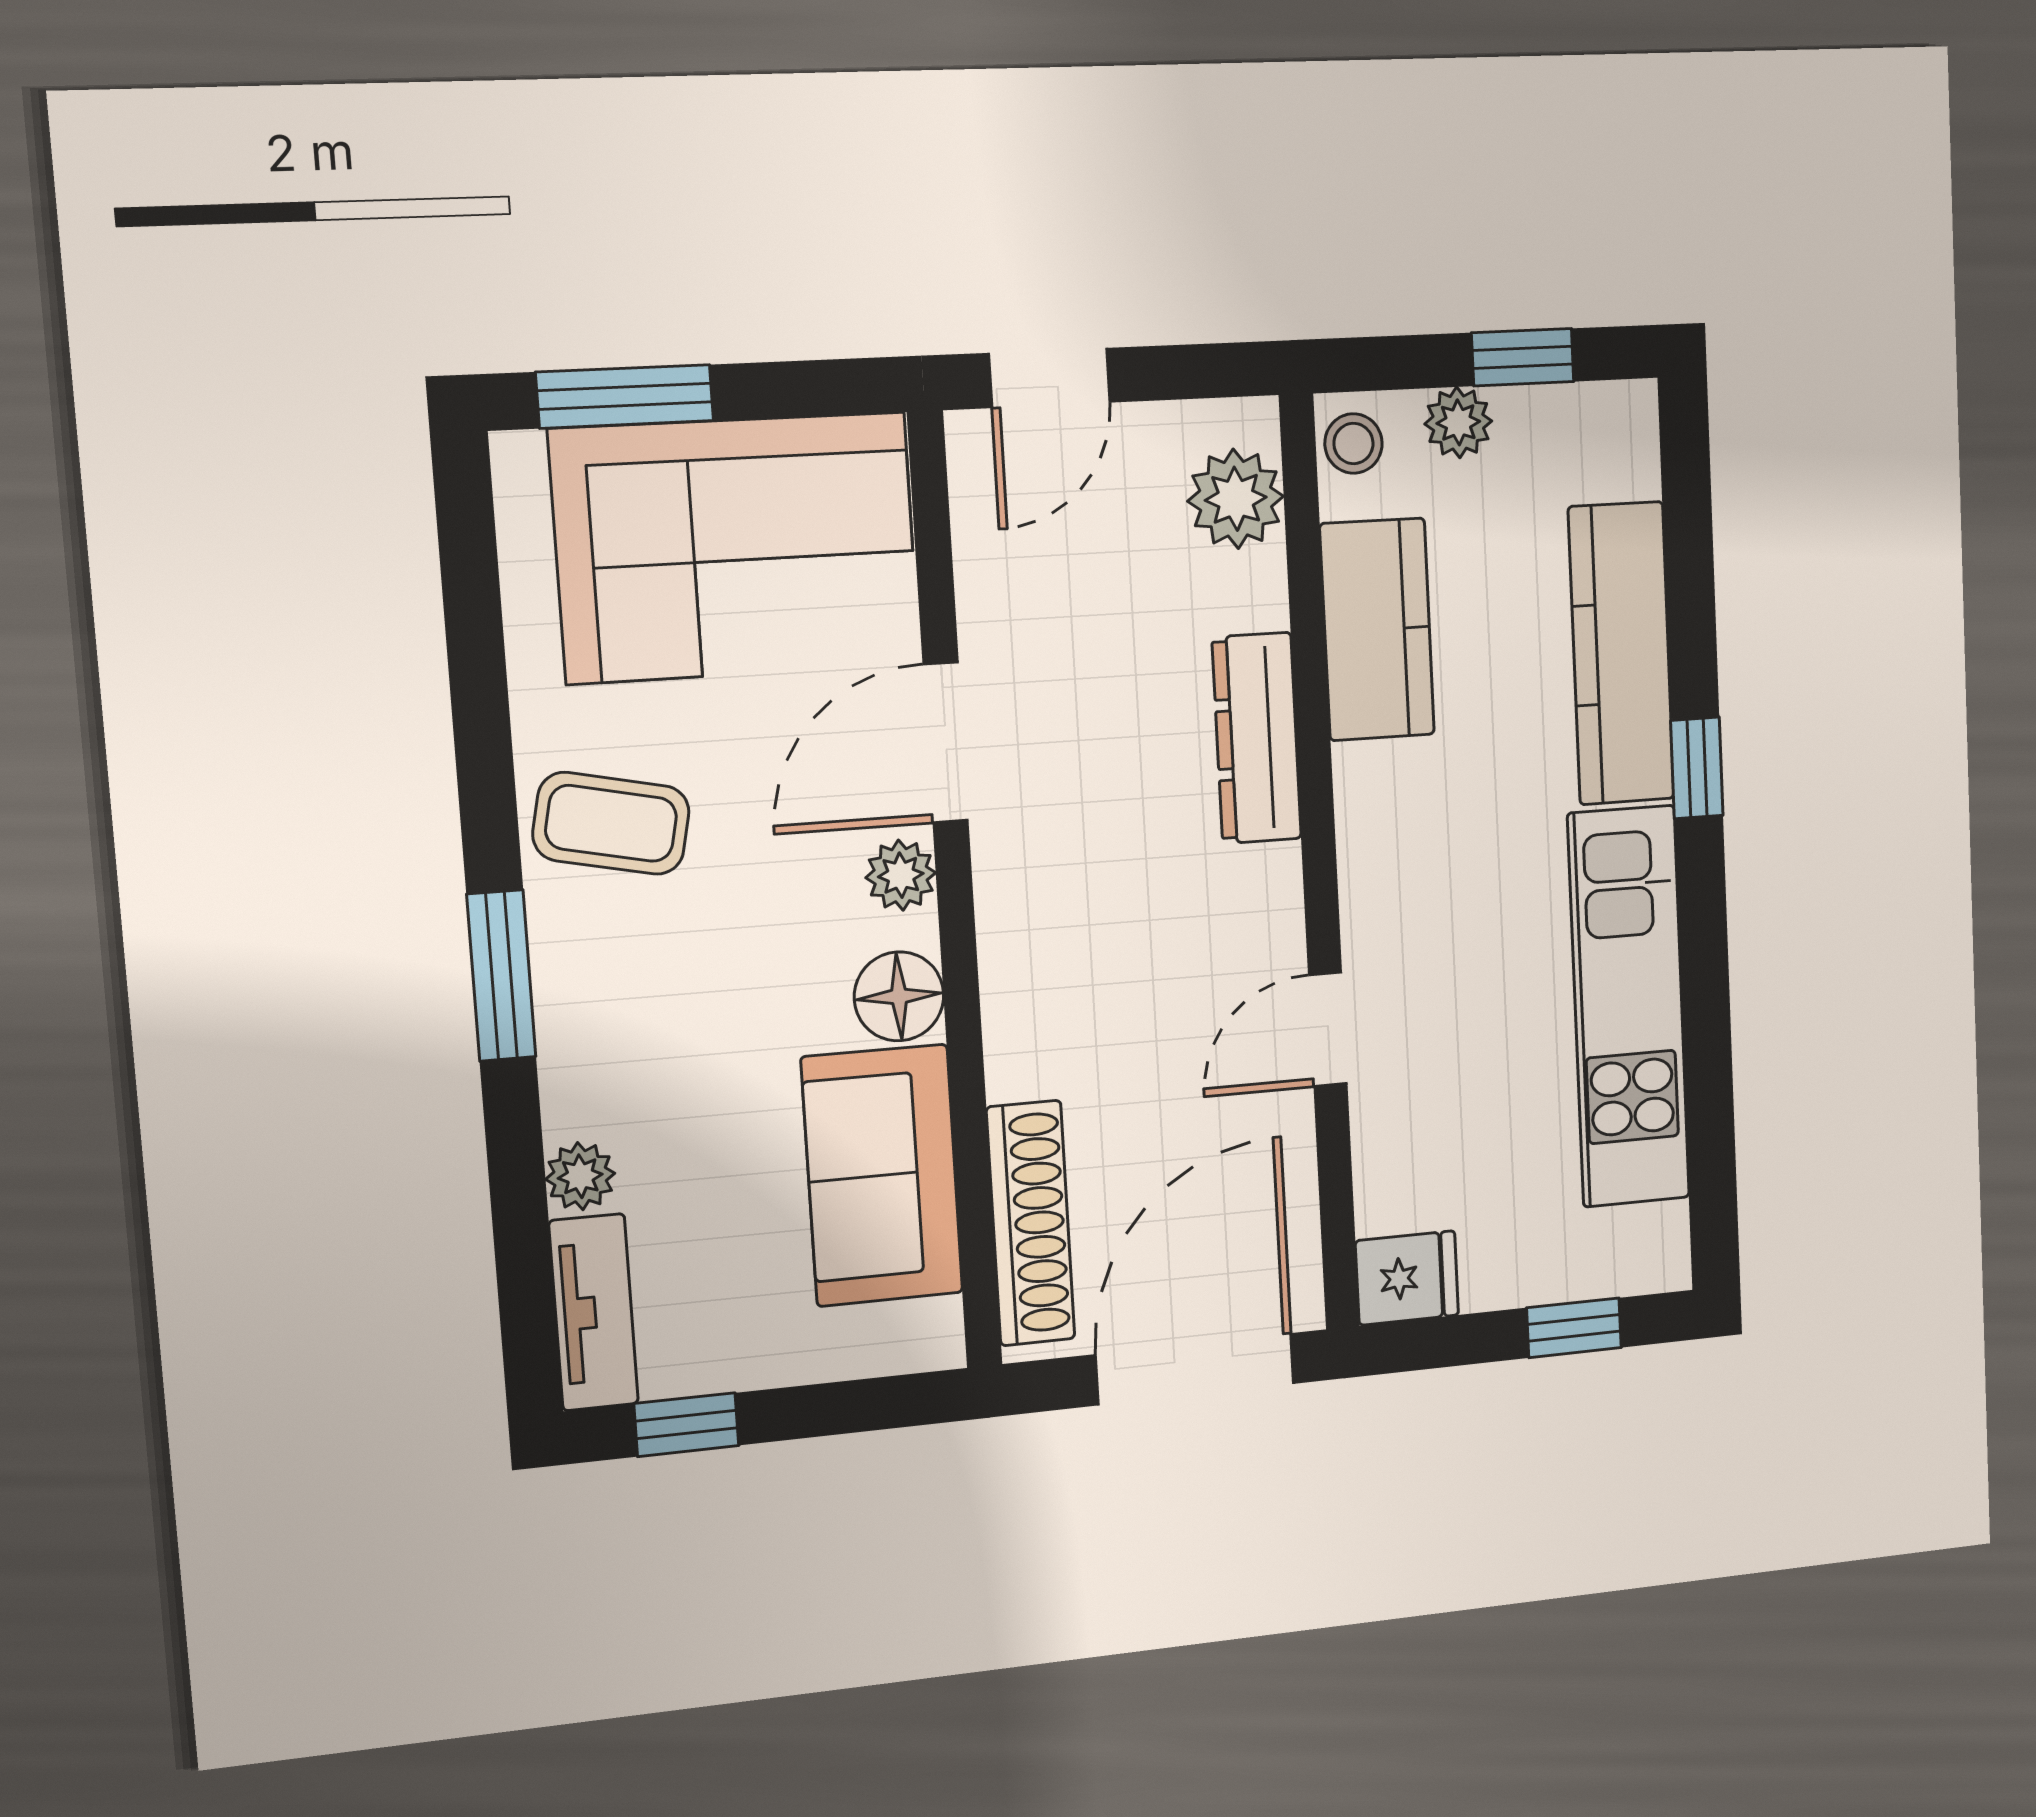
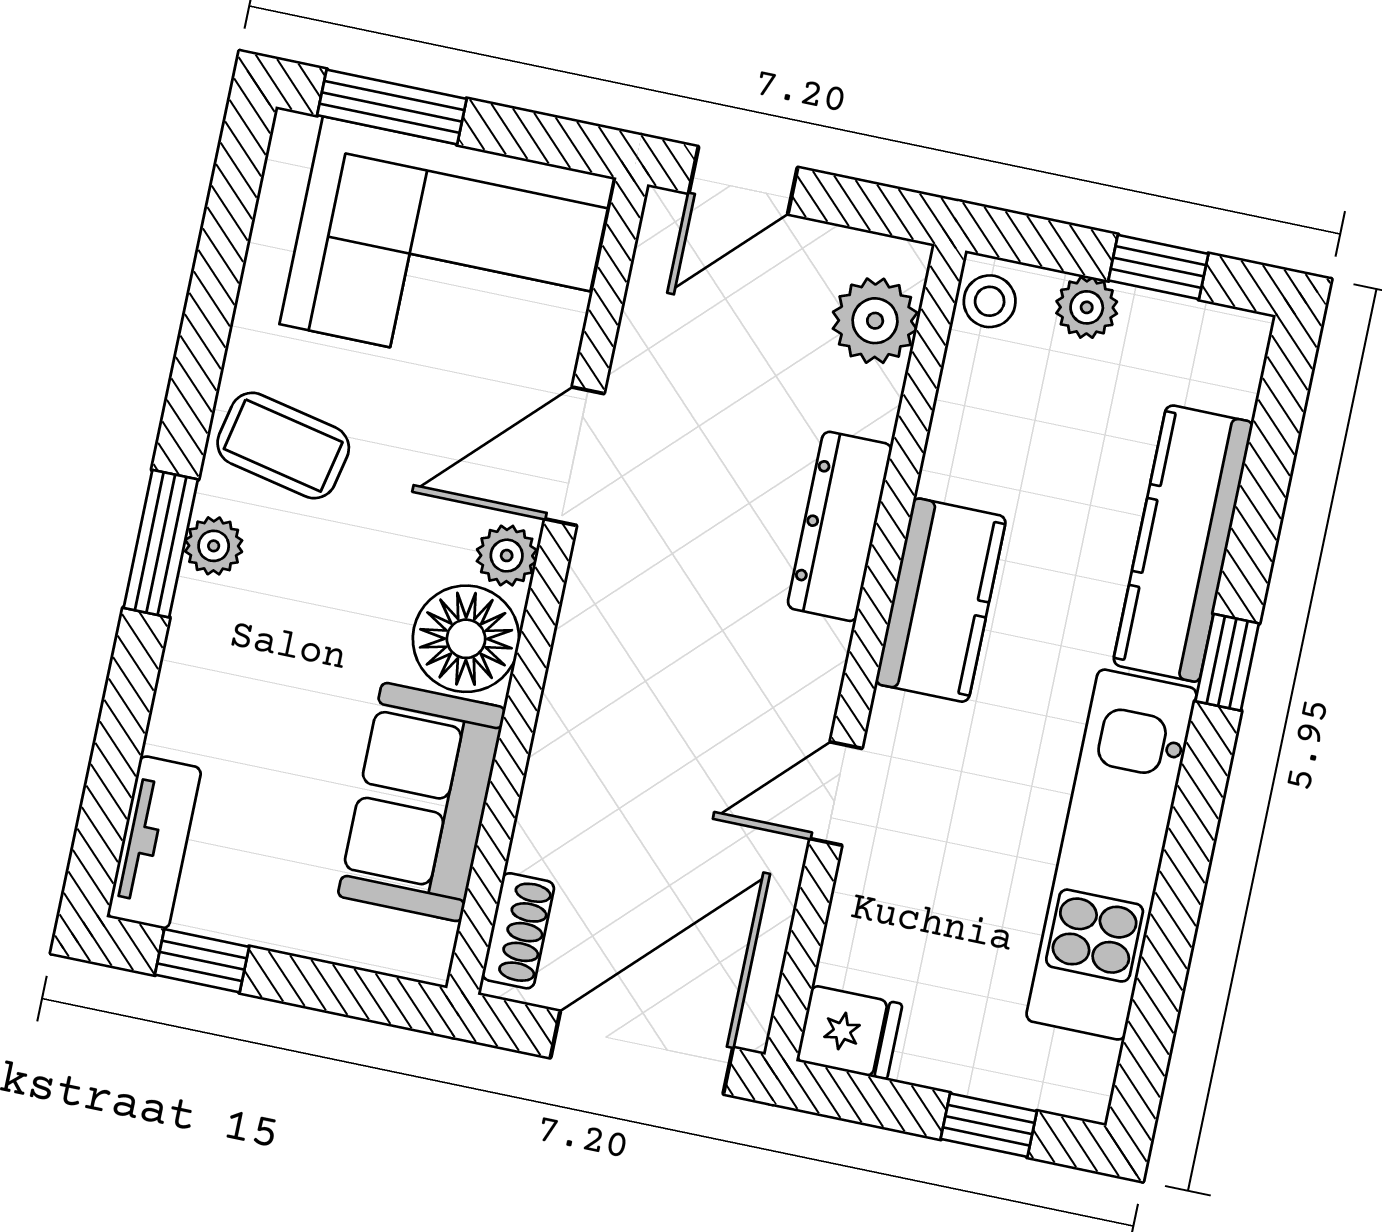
kitchen counter: (1377, 629) -> (941, 600), moved
floor lamp: (899, 996) -> (466, 639), width x1.38, depth x1.38
plant: (580, 1176) -> (214, 546), moved
shoe rack: (1031, 1223) -> (518, 931), width x0.51, depth x0.81

